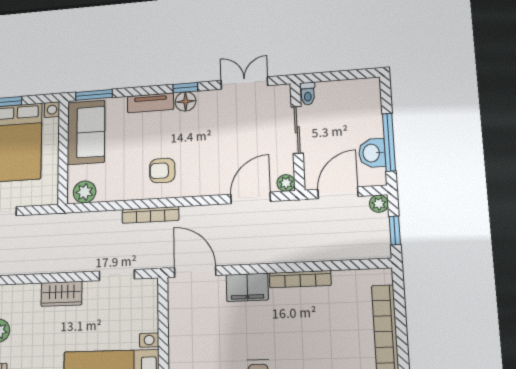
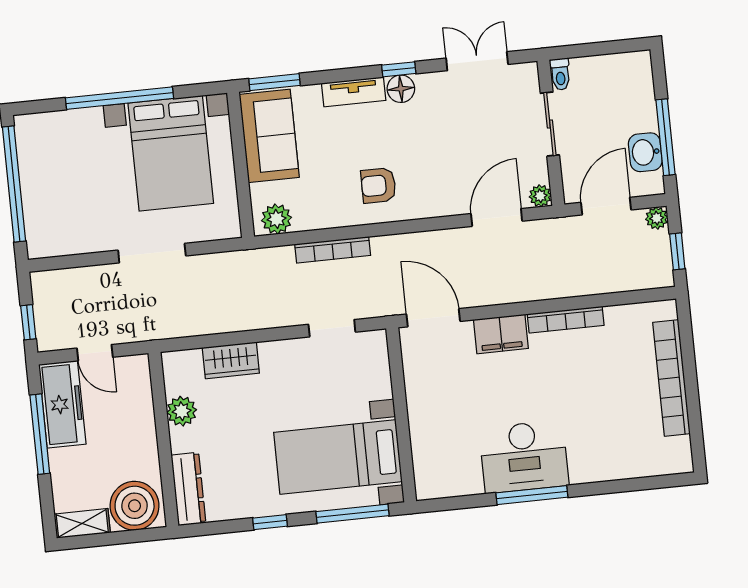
bookcase: (150, 215) -> (333, 250), moved
wardrobe: (62, 294) -> (231, 360), moved

